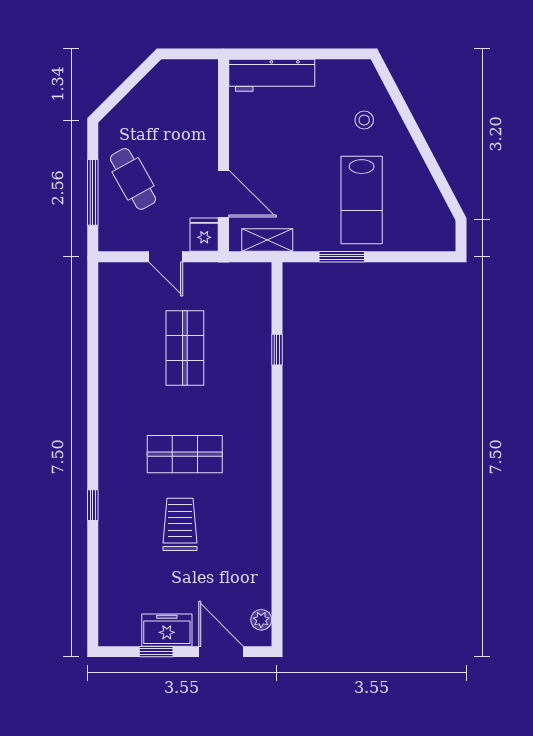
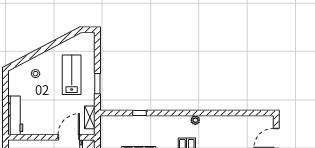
lab bench: (362, 200) -> (72, 75), turned -90
plant: (261, 620) -> (195, 120), moved

